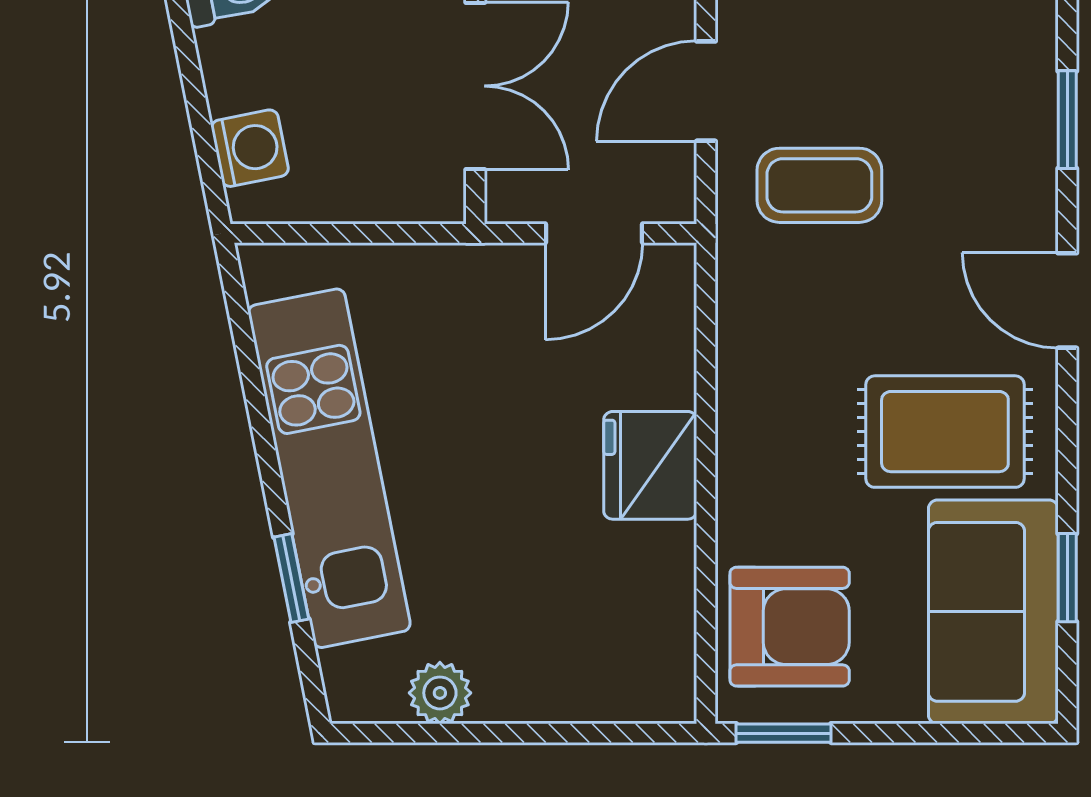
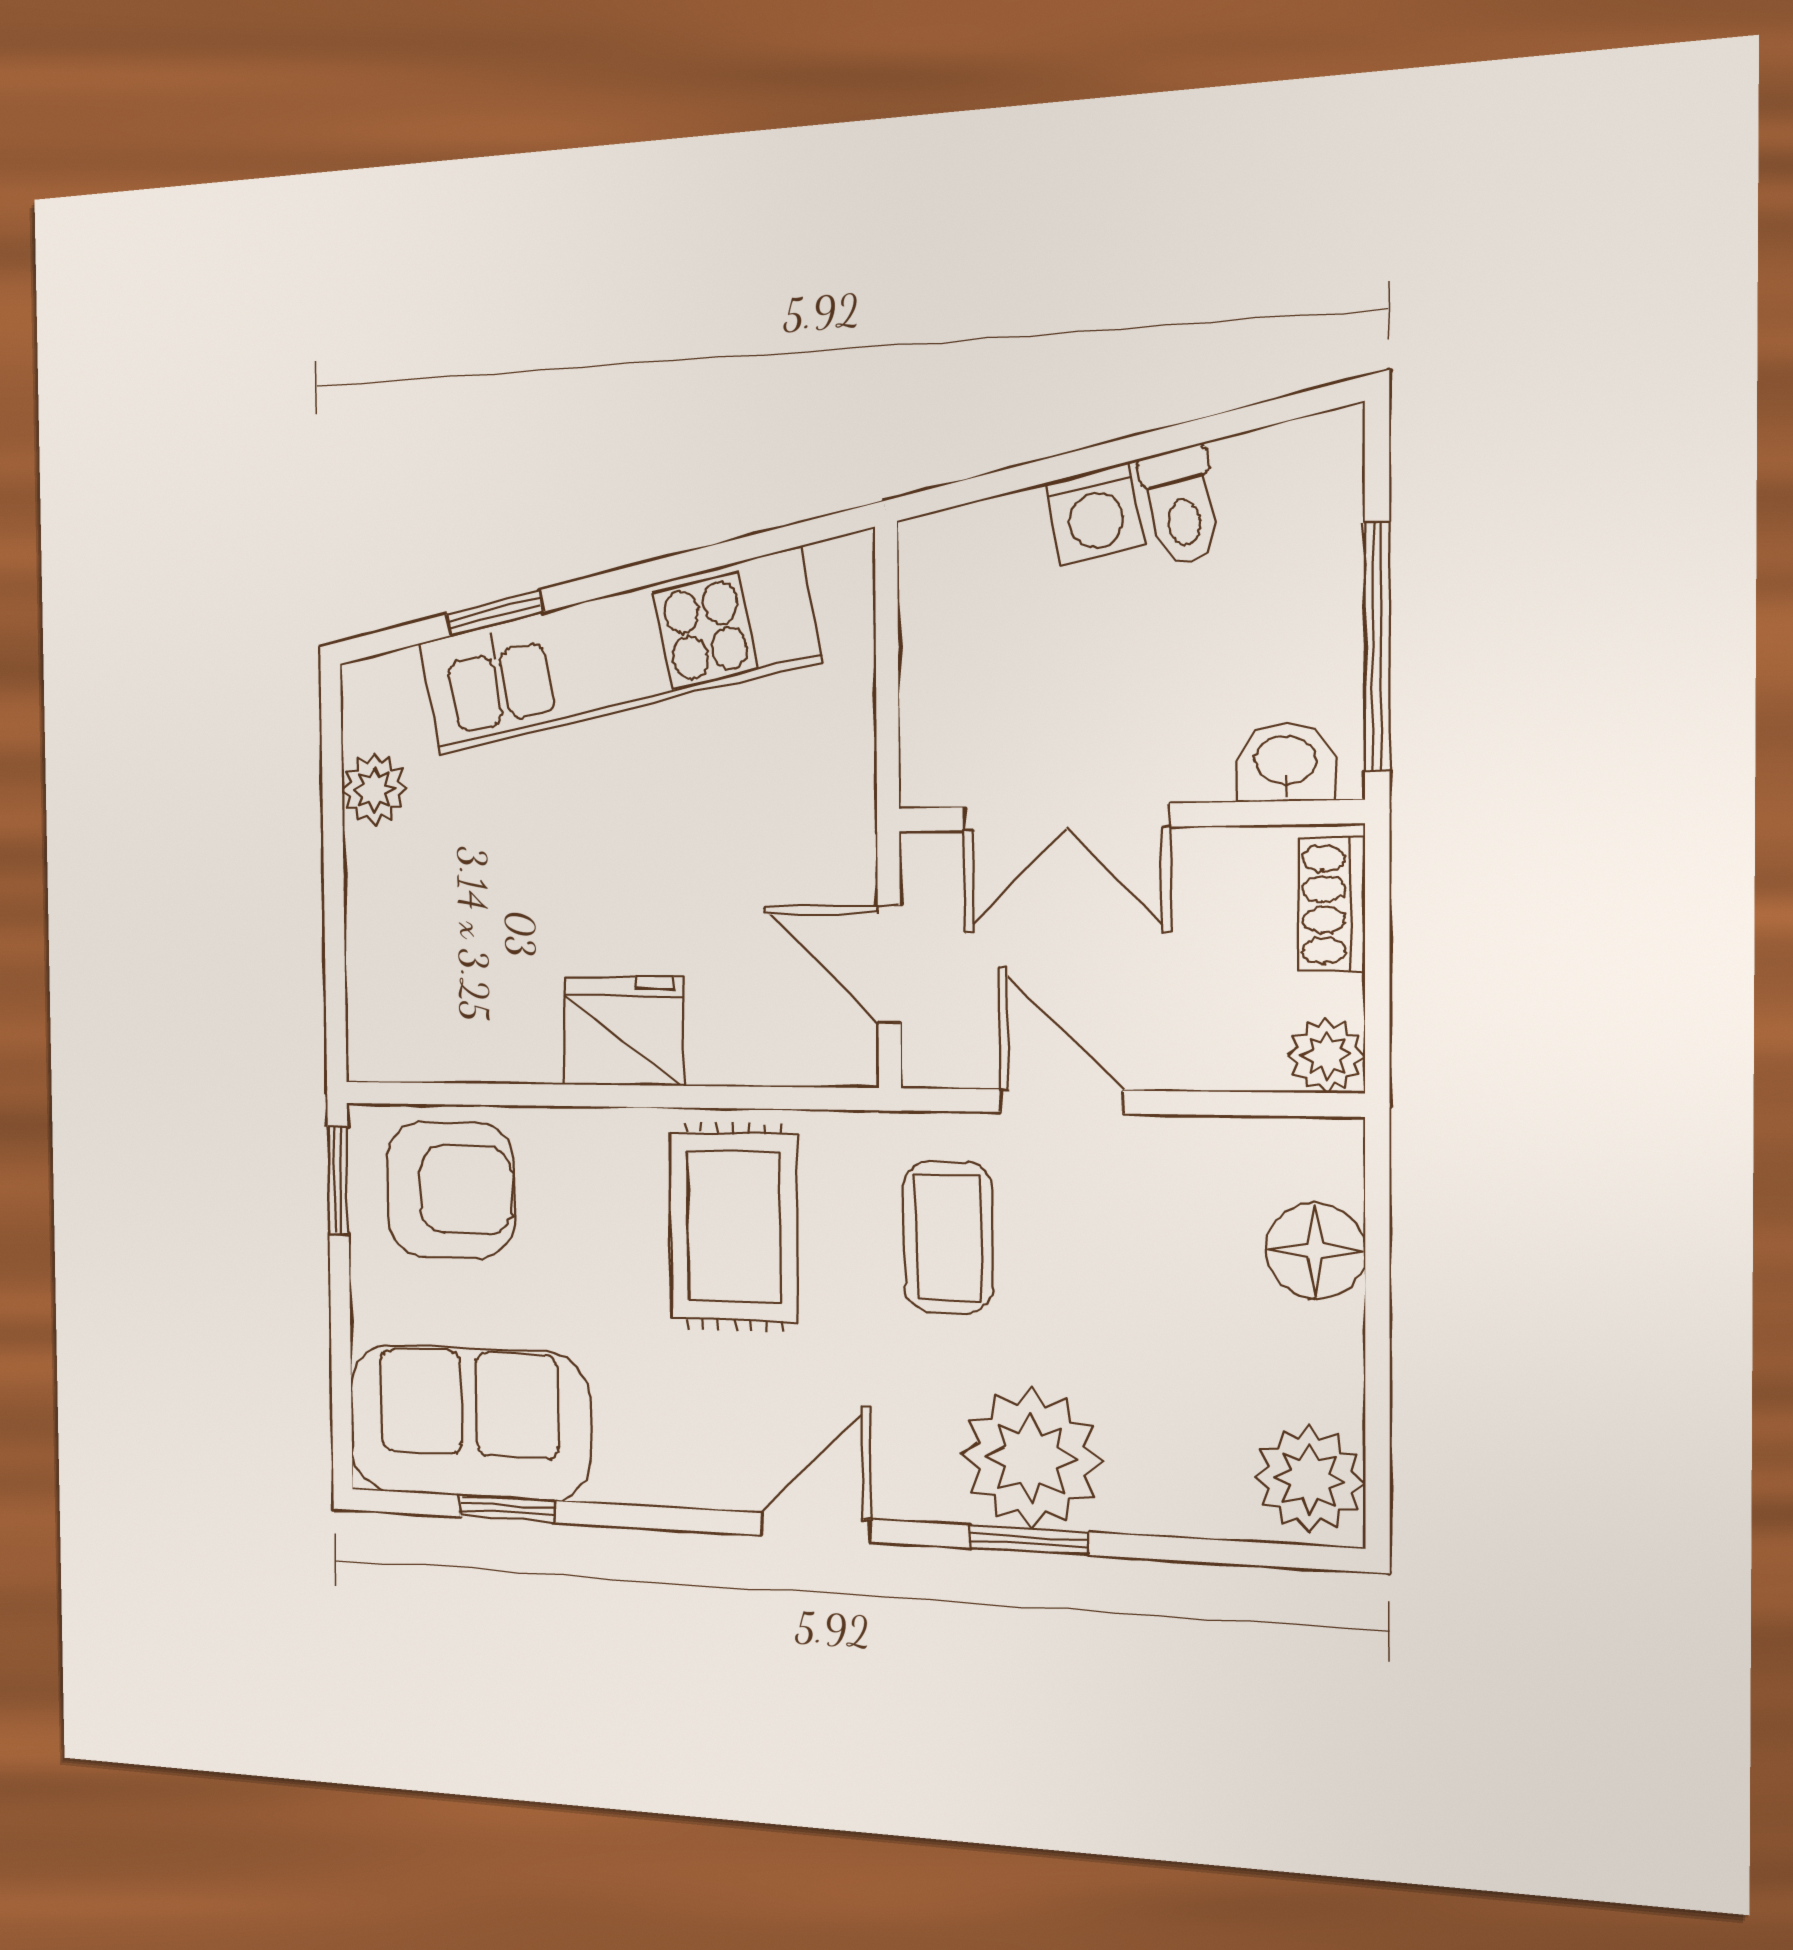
plant: (999, 117) -> (1031, 1458), added
washing machine: (250, 148) -> (1095, 513), moved
rug: (945, 432) -> (734, 1227), moved
armchair: (790, 627) -> (450, 1190), turned -90

